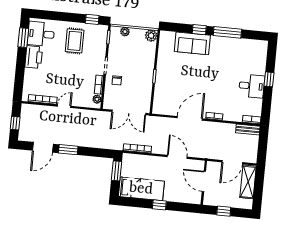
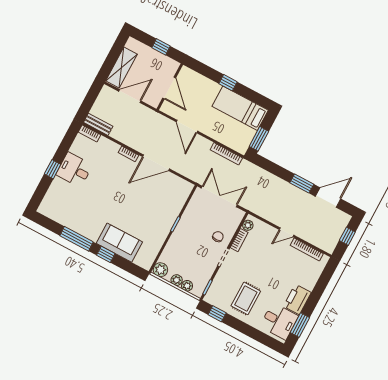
plant: (135, 33) -> (177, 280), added

